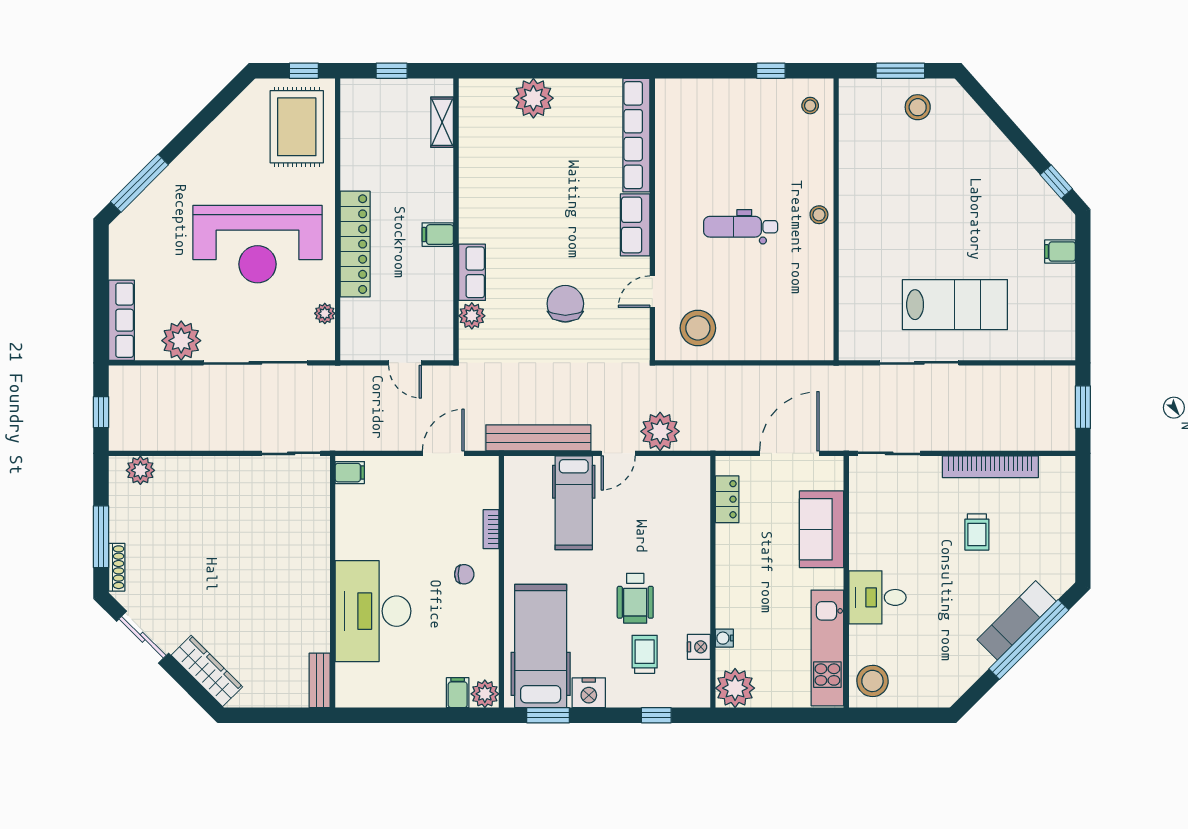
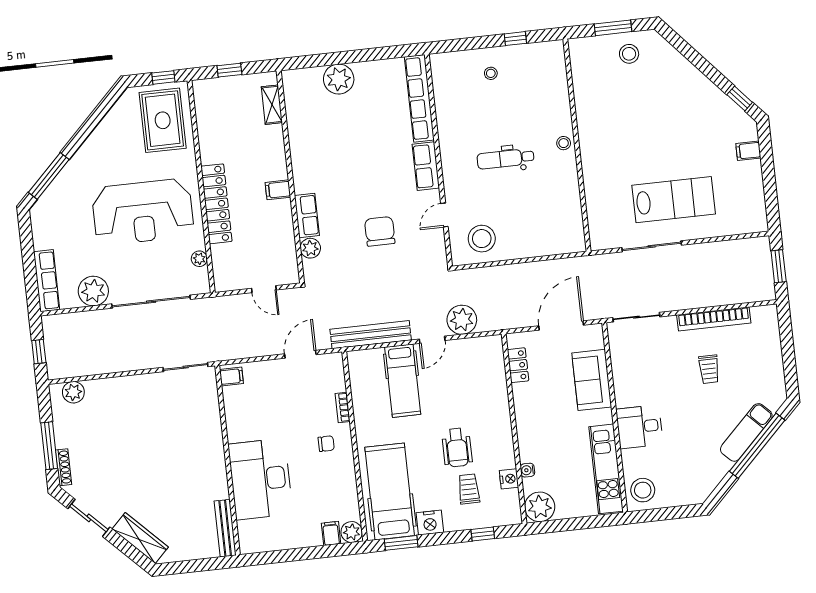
stool: (810, 106) -> (491, 73), moved
bench: (320, 680) -> (225, 528), width x1.36

